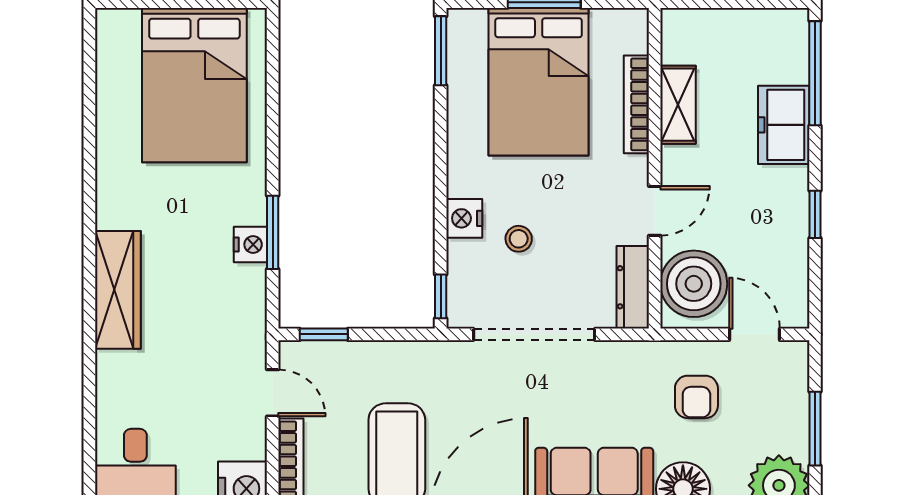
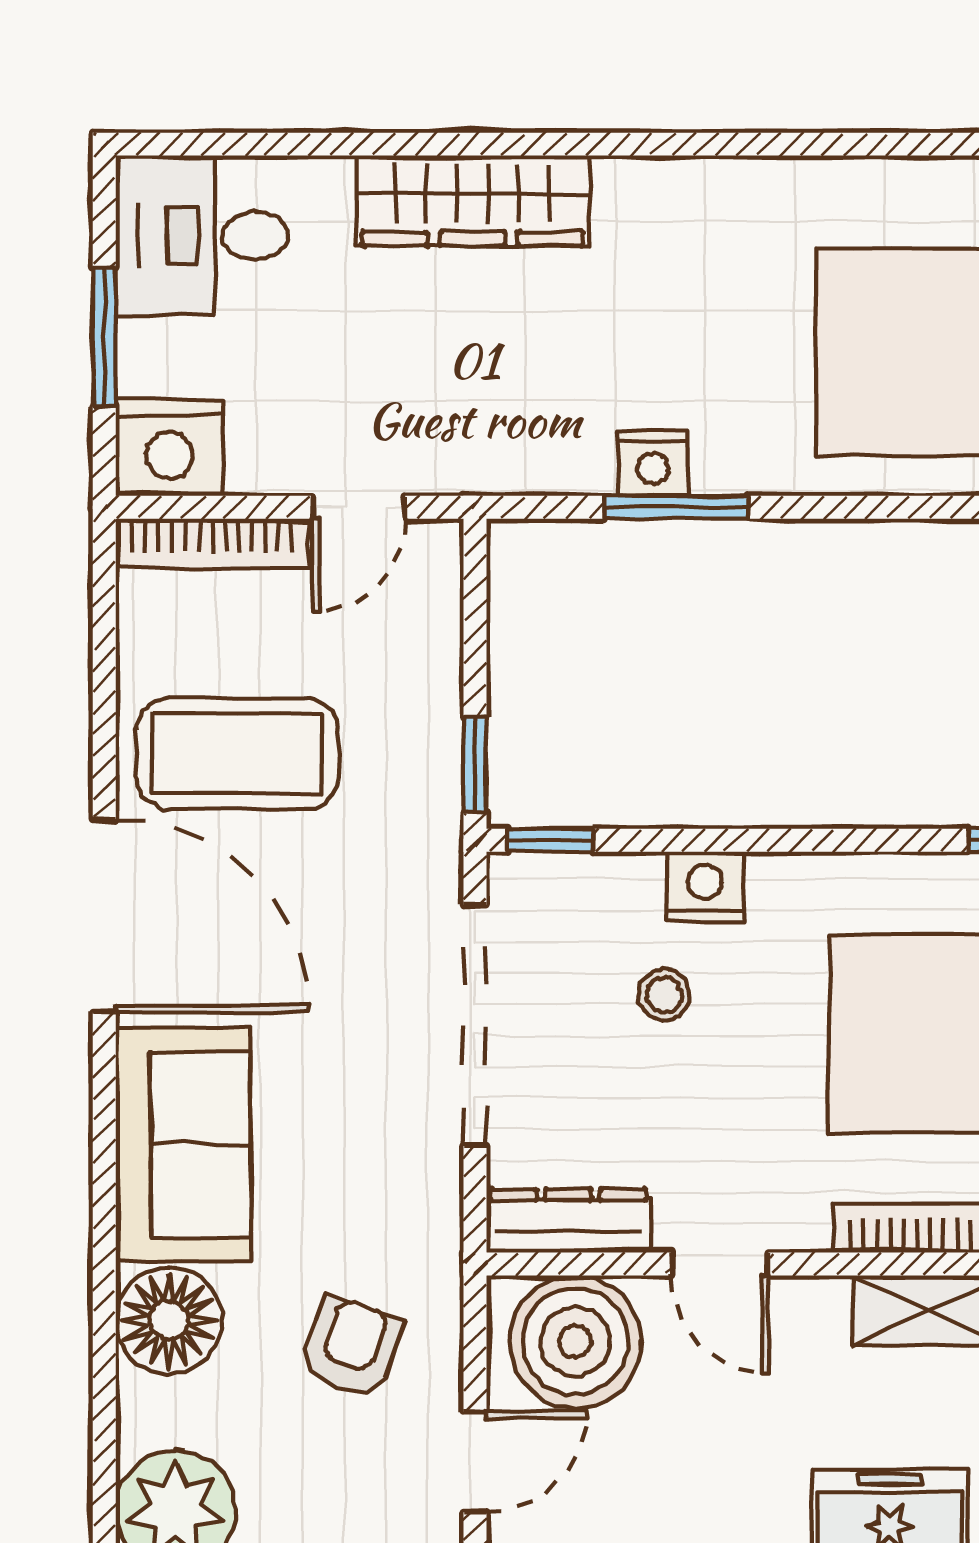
wardrobe: (118, 290) -> (472, 201), moved
window: (324, 334) -> (475, 765), moved
armchair: (696, 397) -> (351, 1347), turned 110

